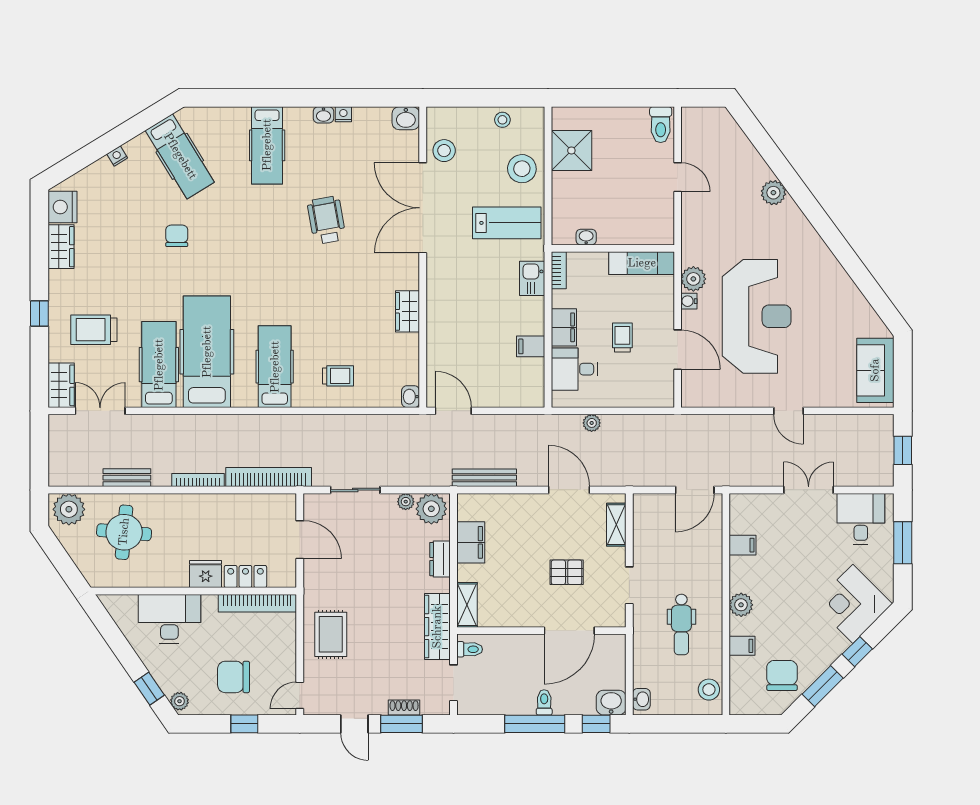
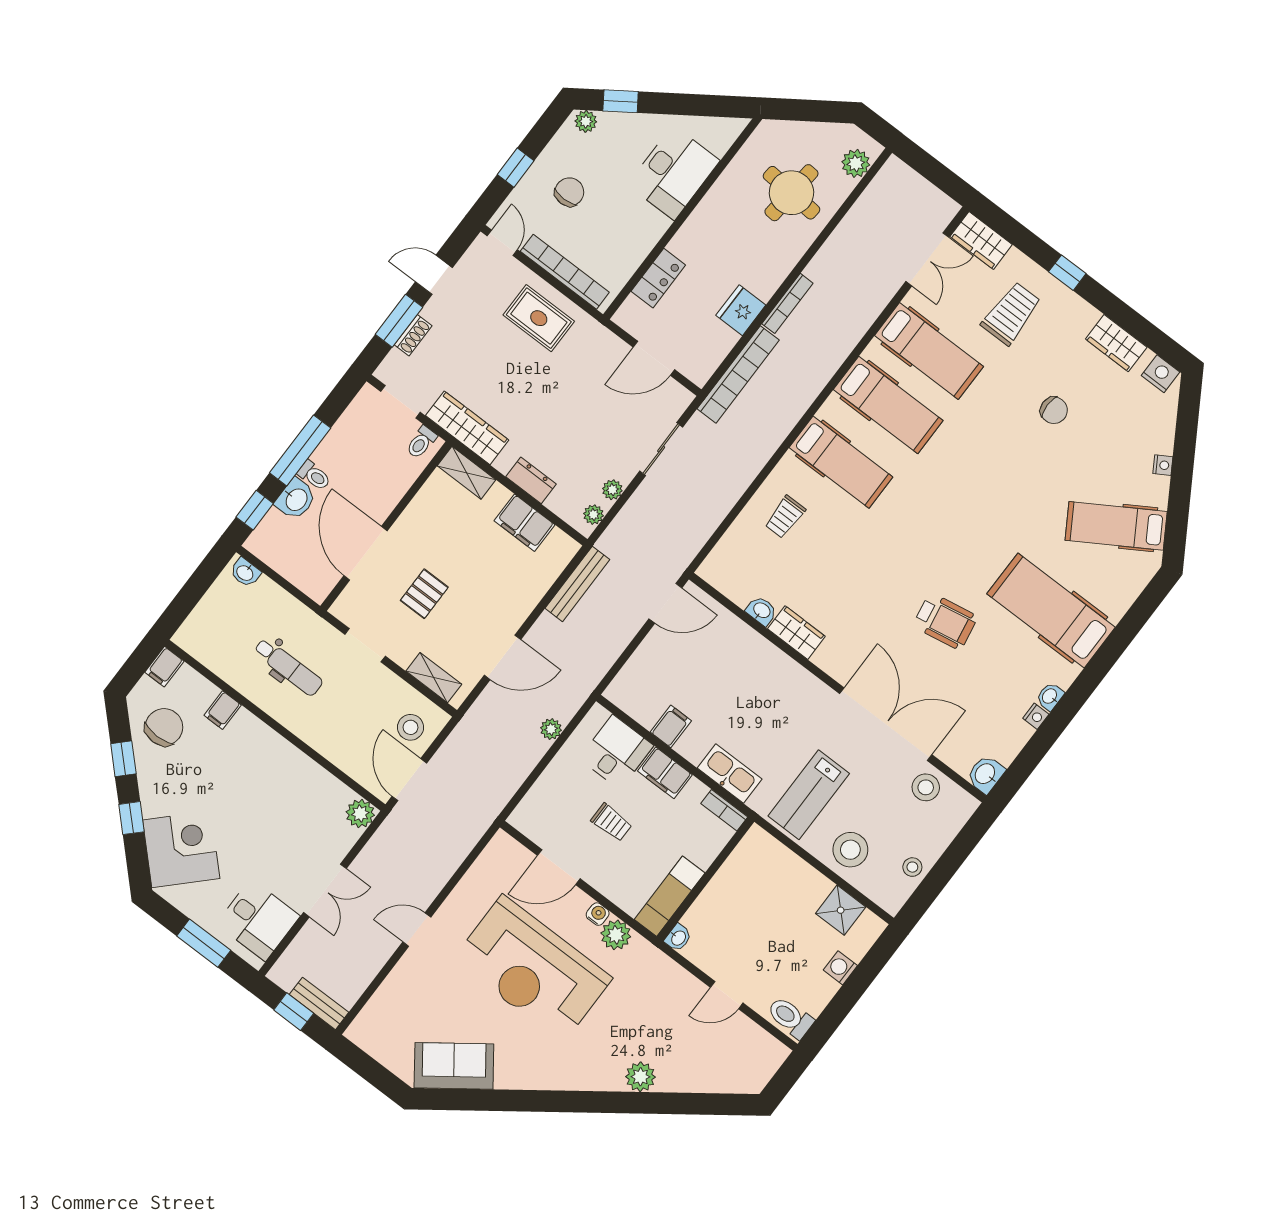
washing machine: (604, 117) -> (840, 968), added
hospital bed: (267, 145) -> (1051, 610), width x1.37, depth x1.29
shower: (571, 150) -> (841, 910), width x0.73, depth x0.73
nightstand: (63, 207) -> (1160, 374), width x0.74, depth x0.75
chair: (177, 236) -> (1054, 410), moved
washbasin: (586, 237) -> (678, 938), moved
kitchen sink: (532, 278) -> (730, 774), width x1.38
hospital bed: (207, 352) -> (888, 405), width x0.73, depth x0.78
sofa: (875, 370) -> (454, 1066), moved, turned -36
washbasin: (411, 397) -> (761, 611), moved
bench: (127, 478) -> (319, 1003), moved, turned 90
plant: (69, 509) -> (856, 163), width x0.73, depth x0.73
plant: (431, 509) -> (593, 515), width x0.53, depth x0.53
filing cabinet: (743, 545) -> (164, 667), moved
fridge: (206, 574) -> (741, 310), moved, turned 180
bookcase: (257, 603) -> (565, 272), moved, turned 90
plant: (741, 605) -> (360, 814), moved
dental chair: (681, 624) -> (288, 667), turned 180
chair: (782, 675) -> (164, 727), turned -90
chair: (234, 677) -> (569, 192), width x0.73, depth x0.73
window: (823, 686) -> (123, 759), width x0.67
stool: (709, 690) -> (411, 727), moved
washbasin: (611, 703) -> (296, 499), moved

